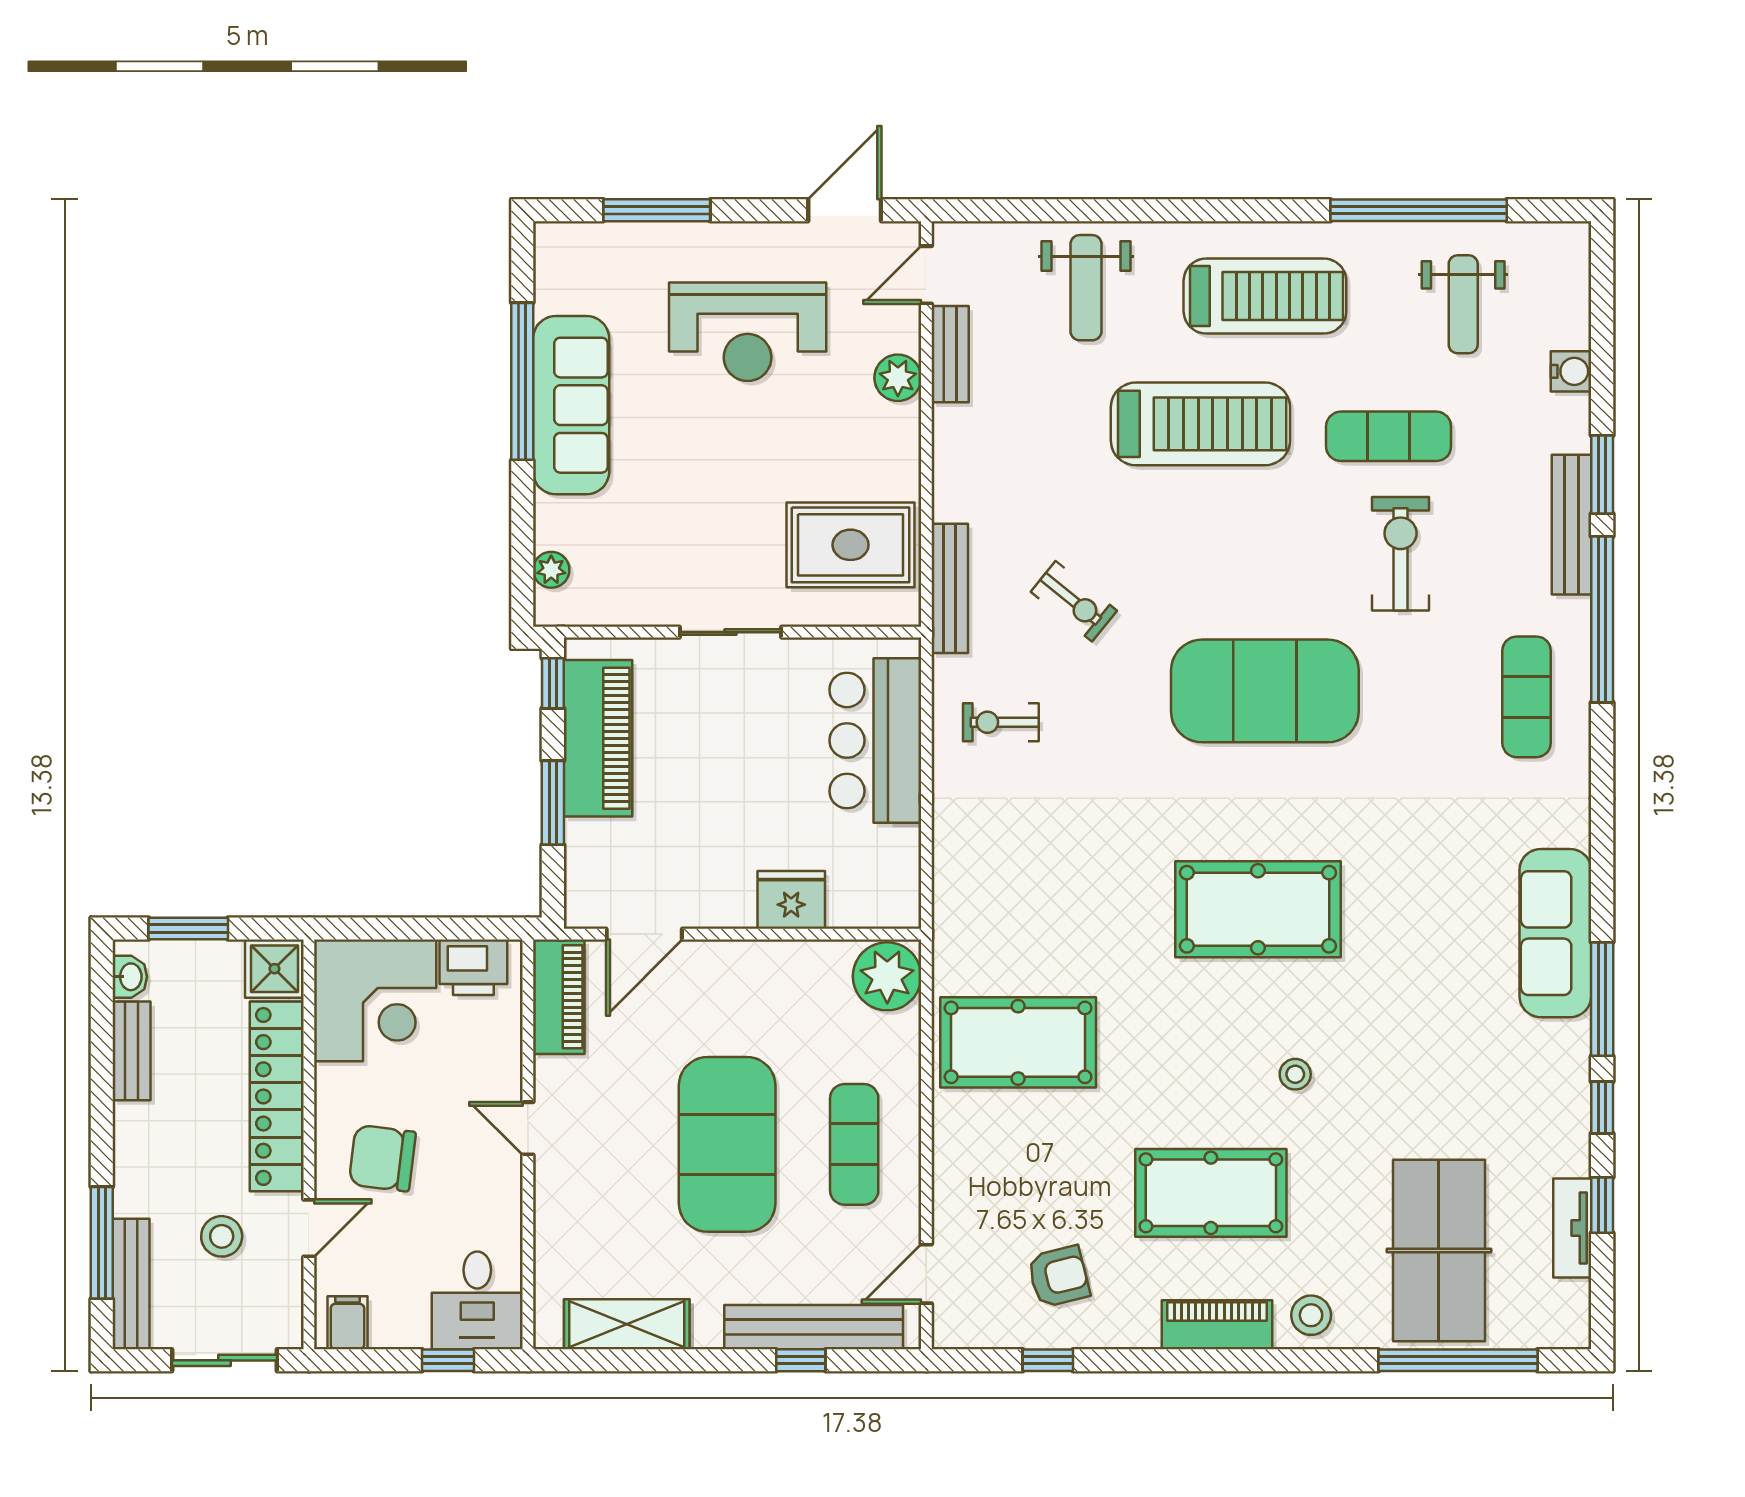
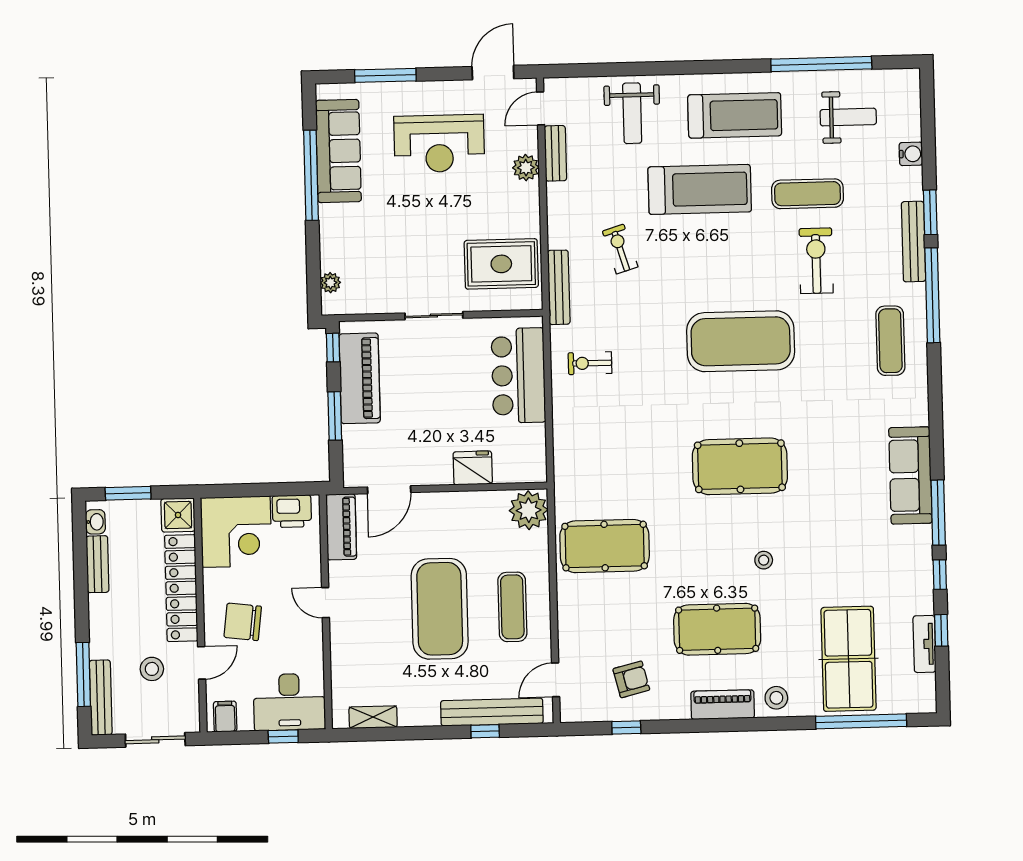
weight bench: (1463, 304) -> (848, 117), turned -90
sofa: (571, 405) -> (338, 151), moved
exercise bike: (1074, 601) -> (620, 249), moved, turned -146
desk: (477, 1300) -> (289, 702), width x1.37
shelving: (627, 1324) -> (373, 717), width x0.67, depth x0.75

